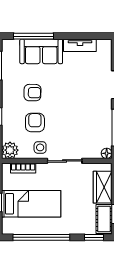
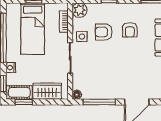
armchair: (35, 122) -> (104, 32), turned 180
nightstand: (76, 229) -> (11, 68), added

